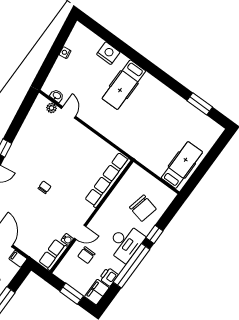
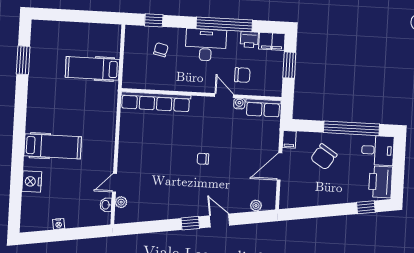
hospital bed: (182, 165) -> (92, 68), moved
chair: (143, 208) -> (161, 50), width x0.54, depth x0.54
window: (154, 234) -> (154, 20), moved

